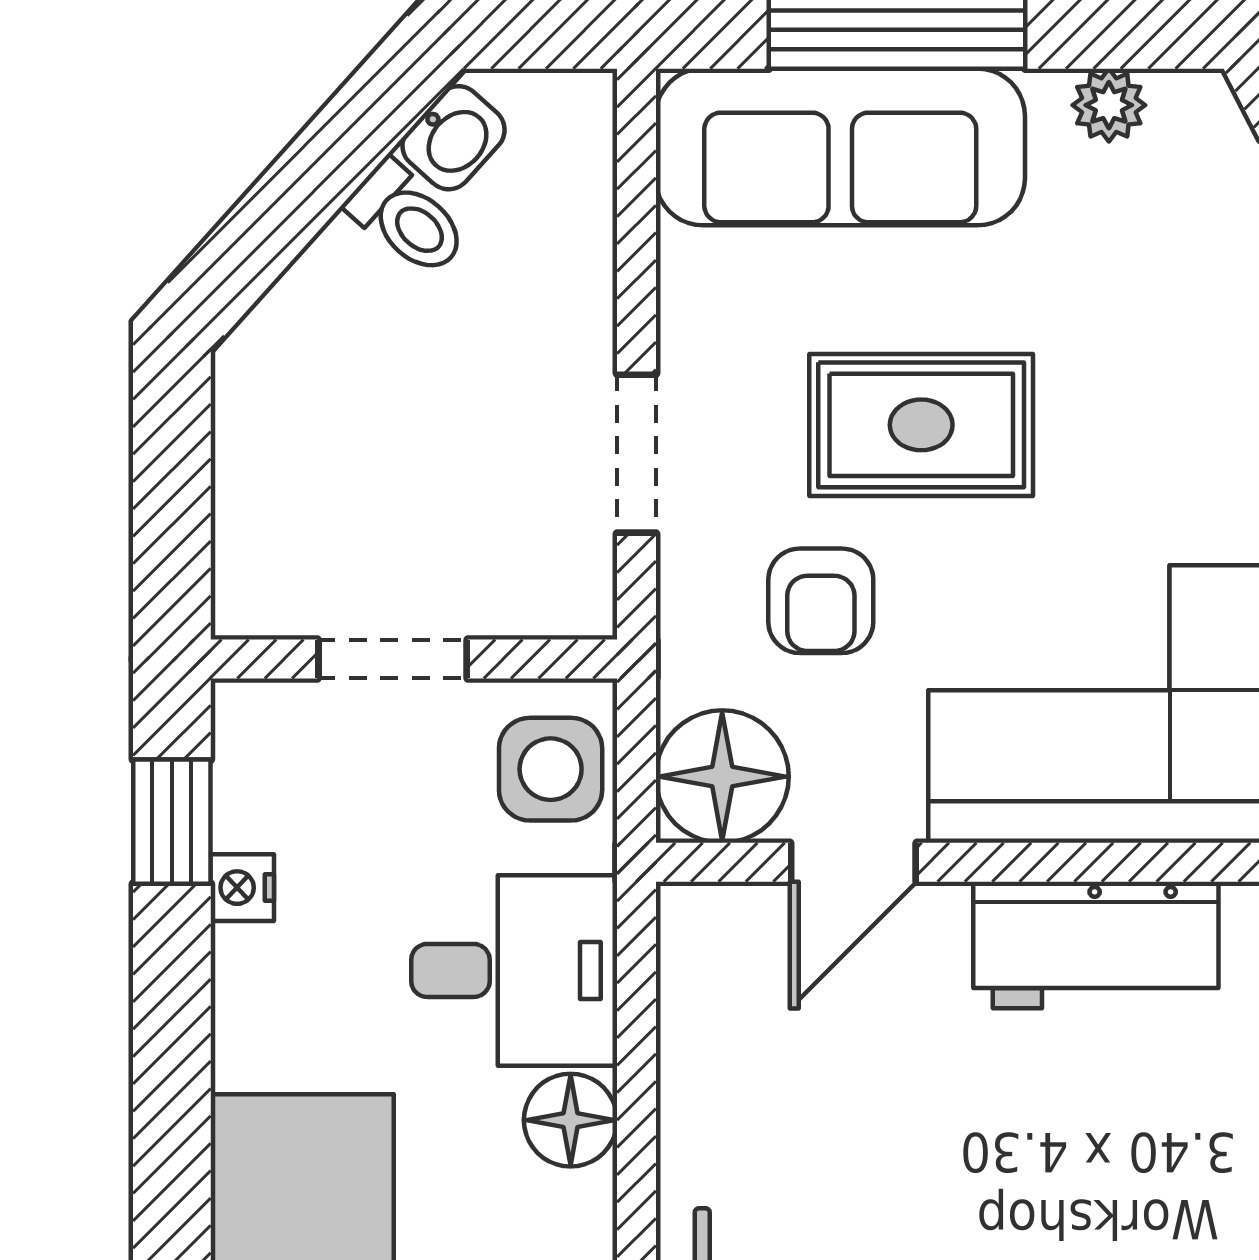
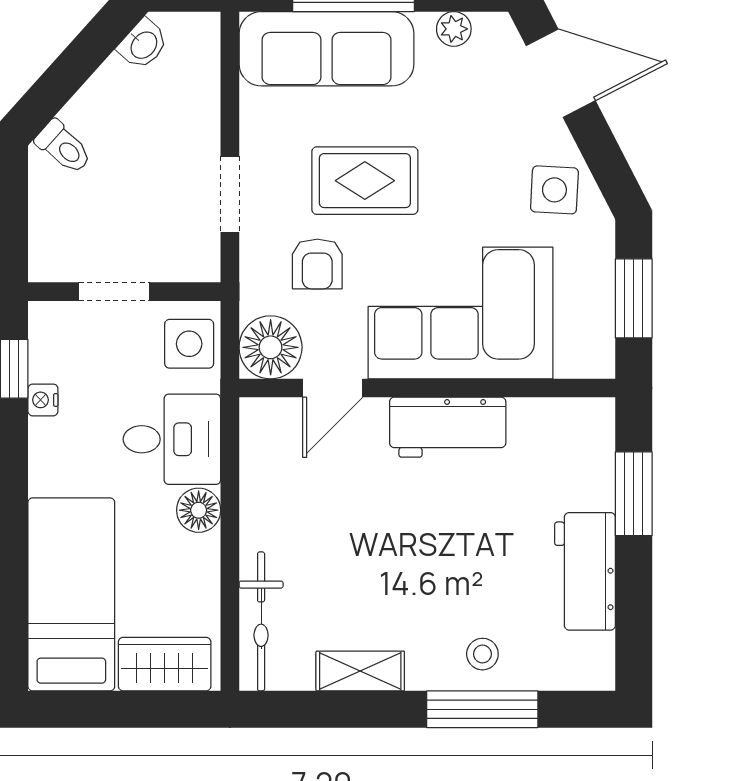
toilet: (407, 219) -> (64, 147), moved

